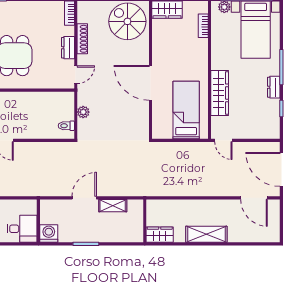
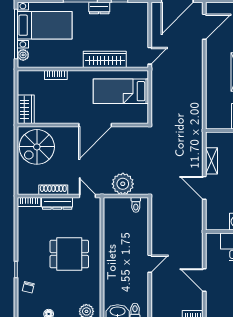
bookcase: (203, 26) -> (56, 75), moved
dresser: (68, 48) -> (57, 203), width x1.44
plant: (83, 112) -> (123, 184), width x1.87, depth x1.87

